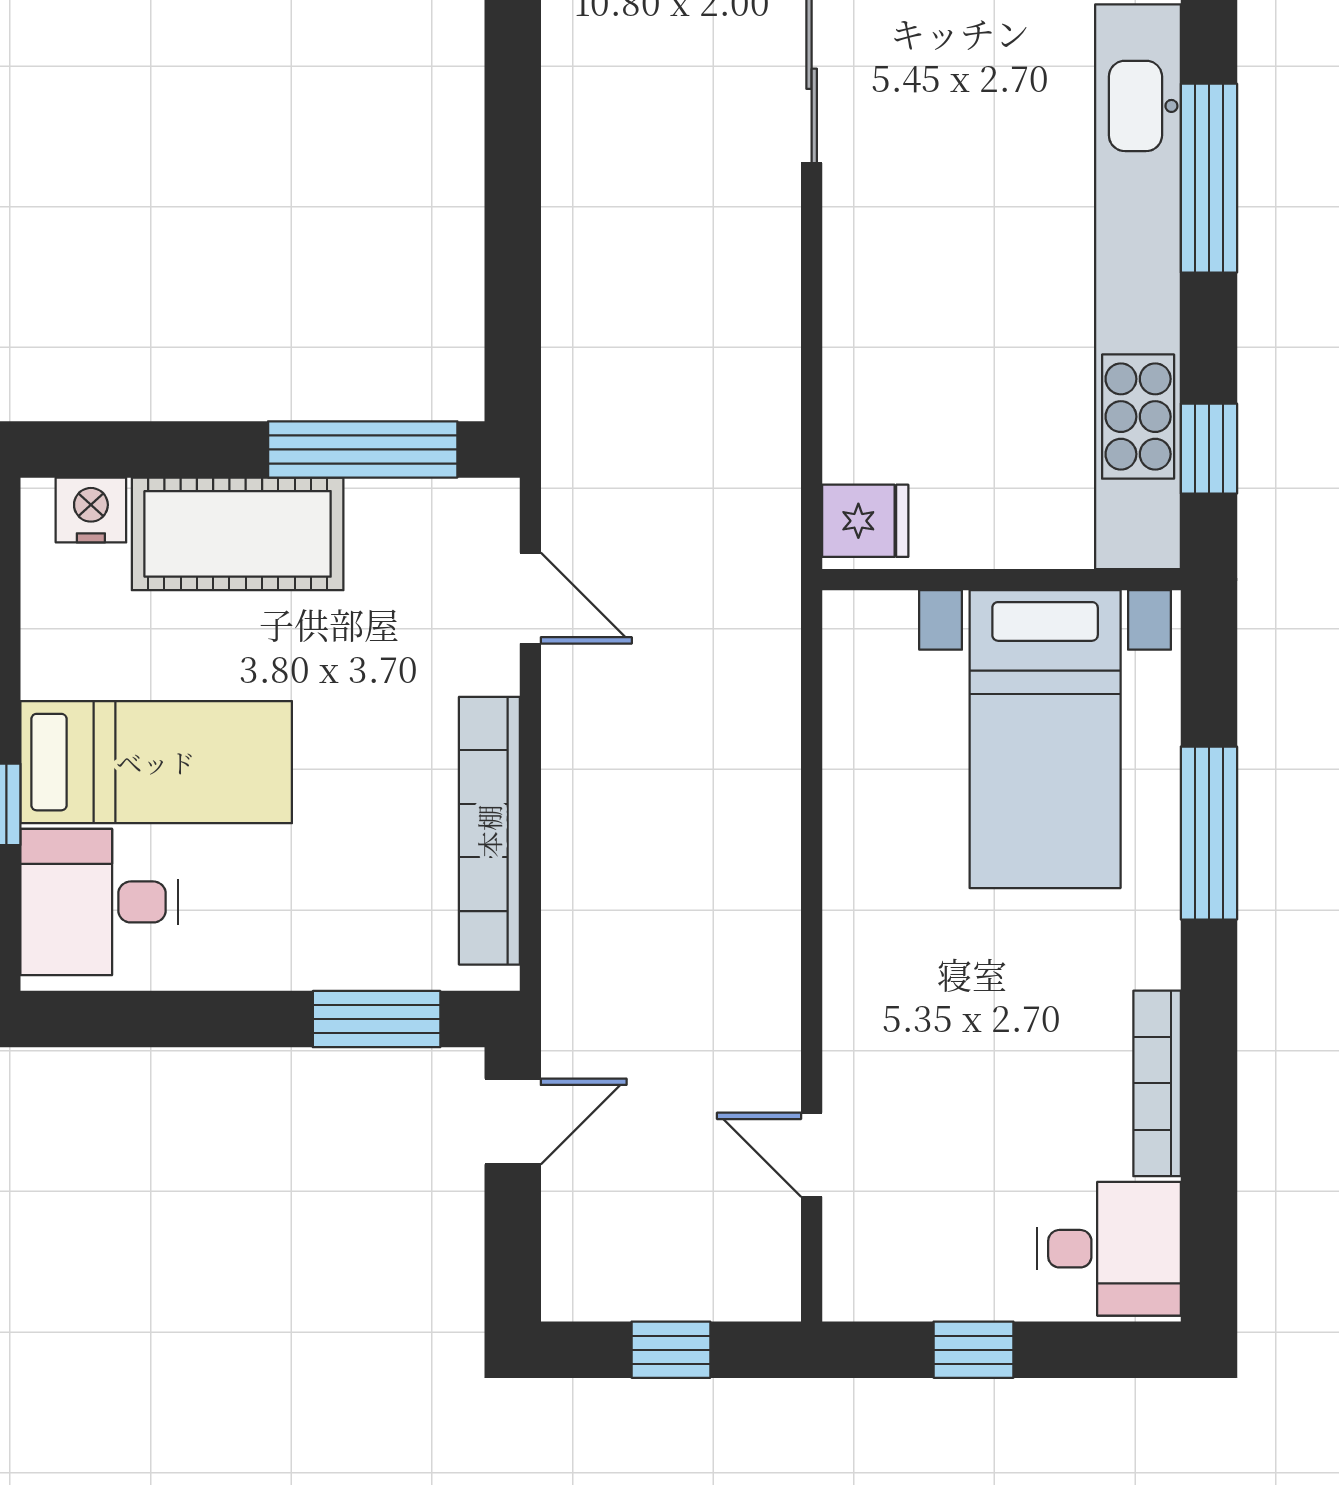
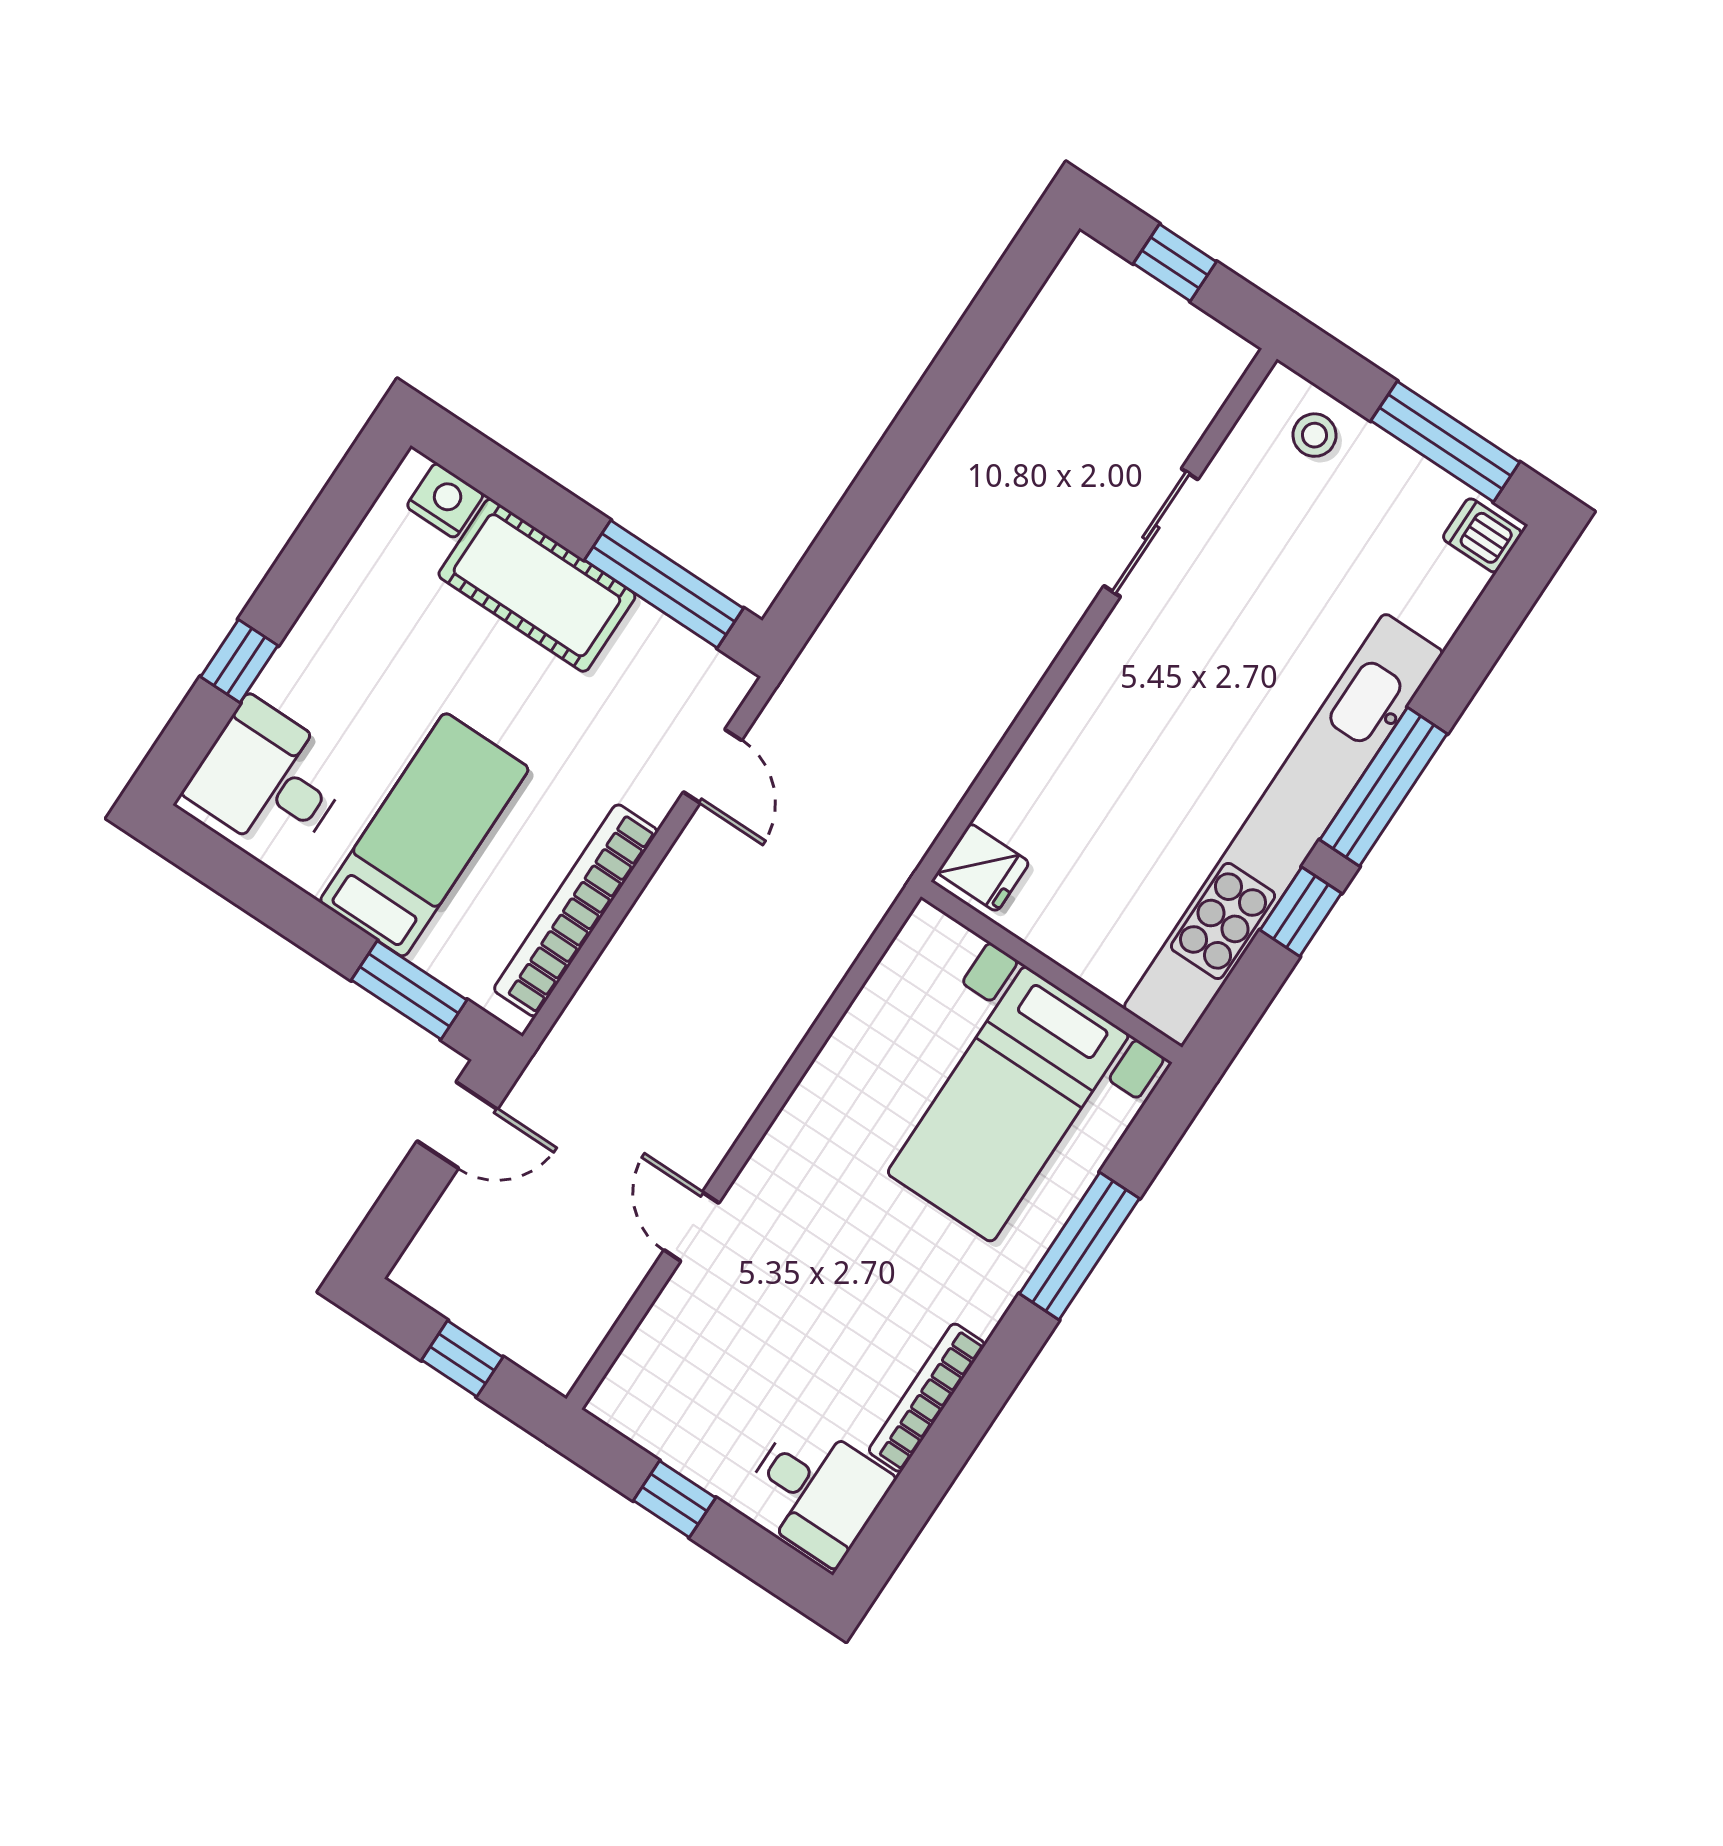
window: (1209, 449) -> (1301, 912), moved
bed: (156, 762) -> (424, 835), moved, turned -90
door: (812, 1155) -> (691, 1227), moved

